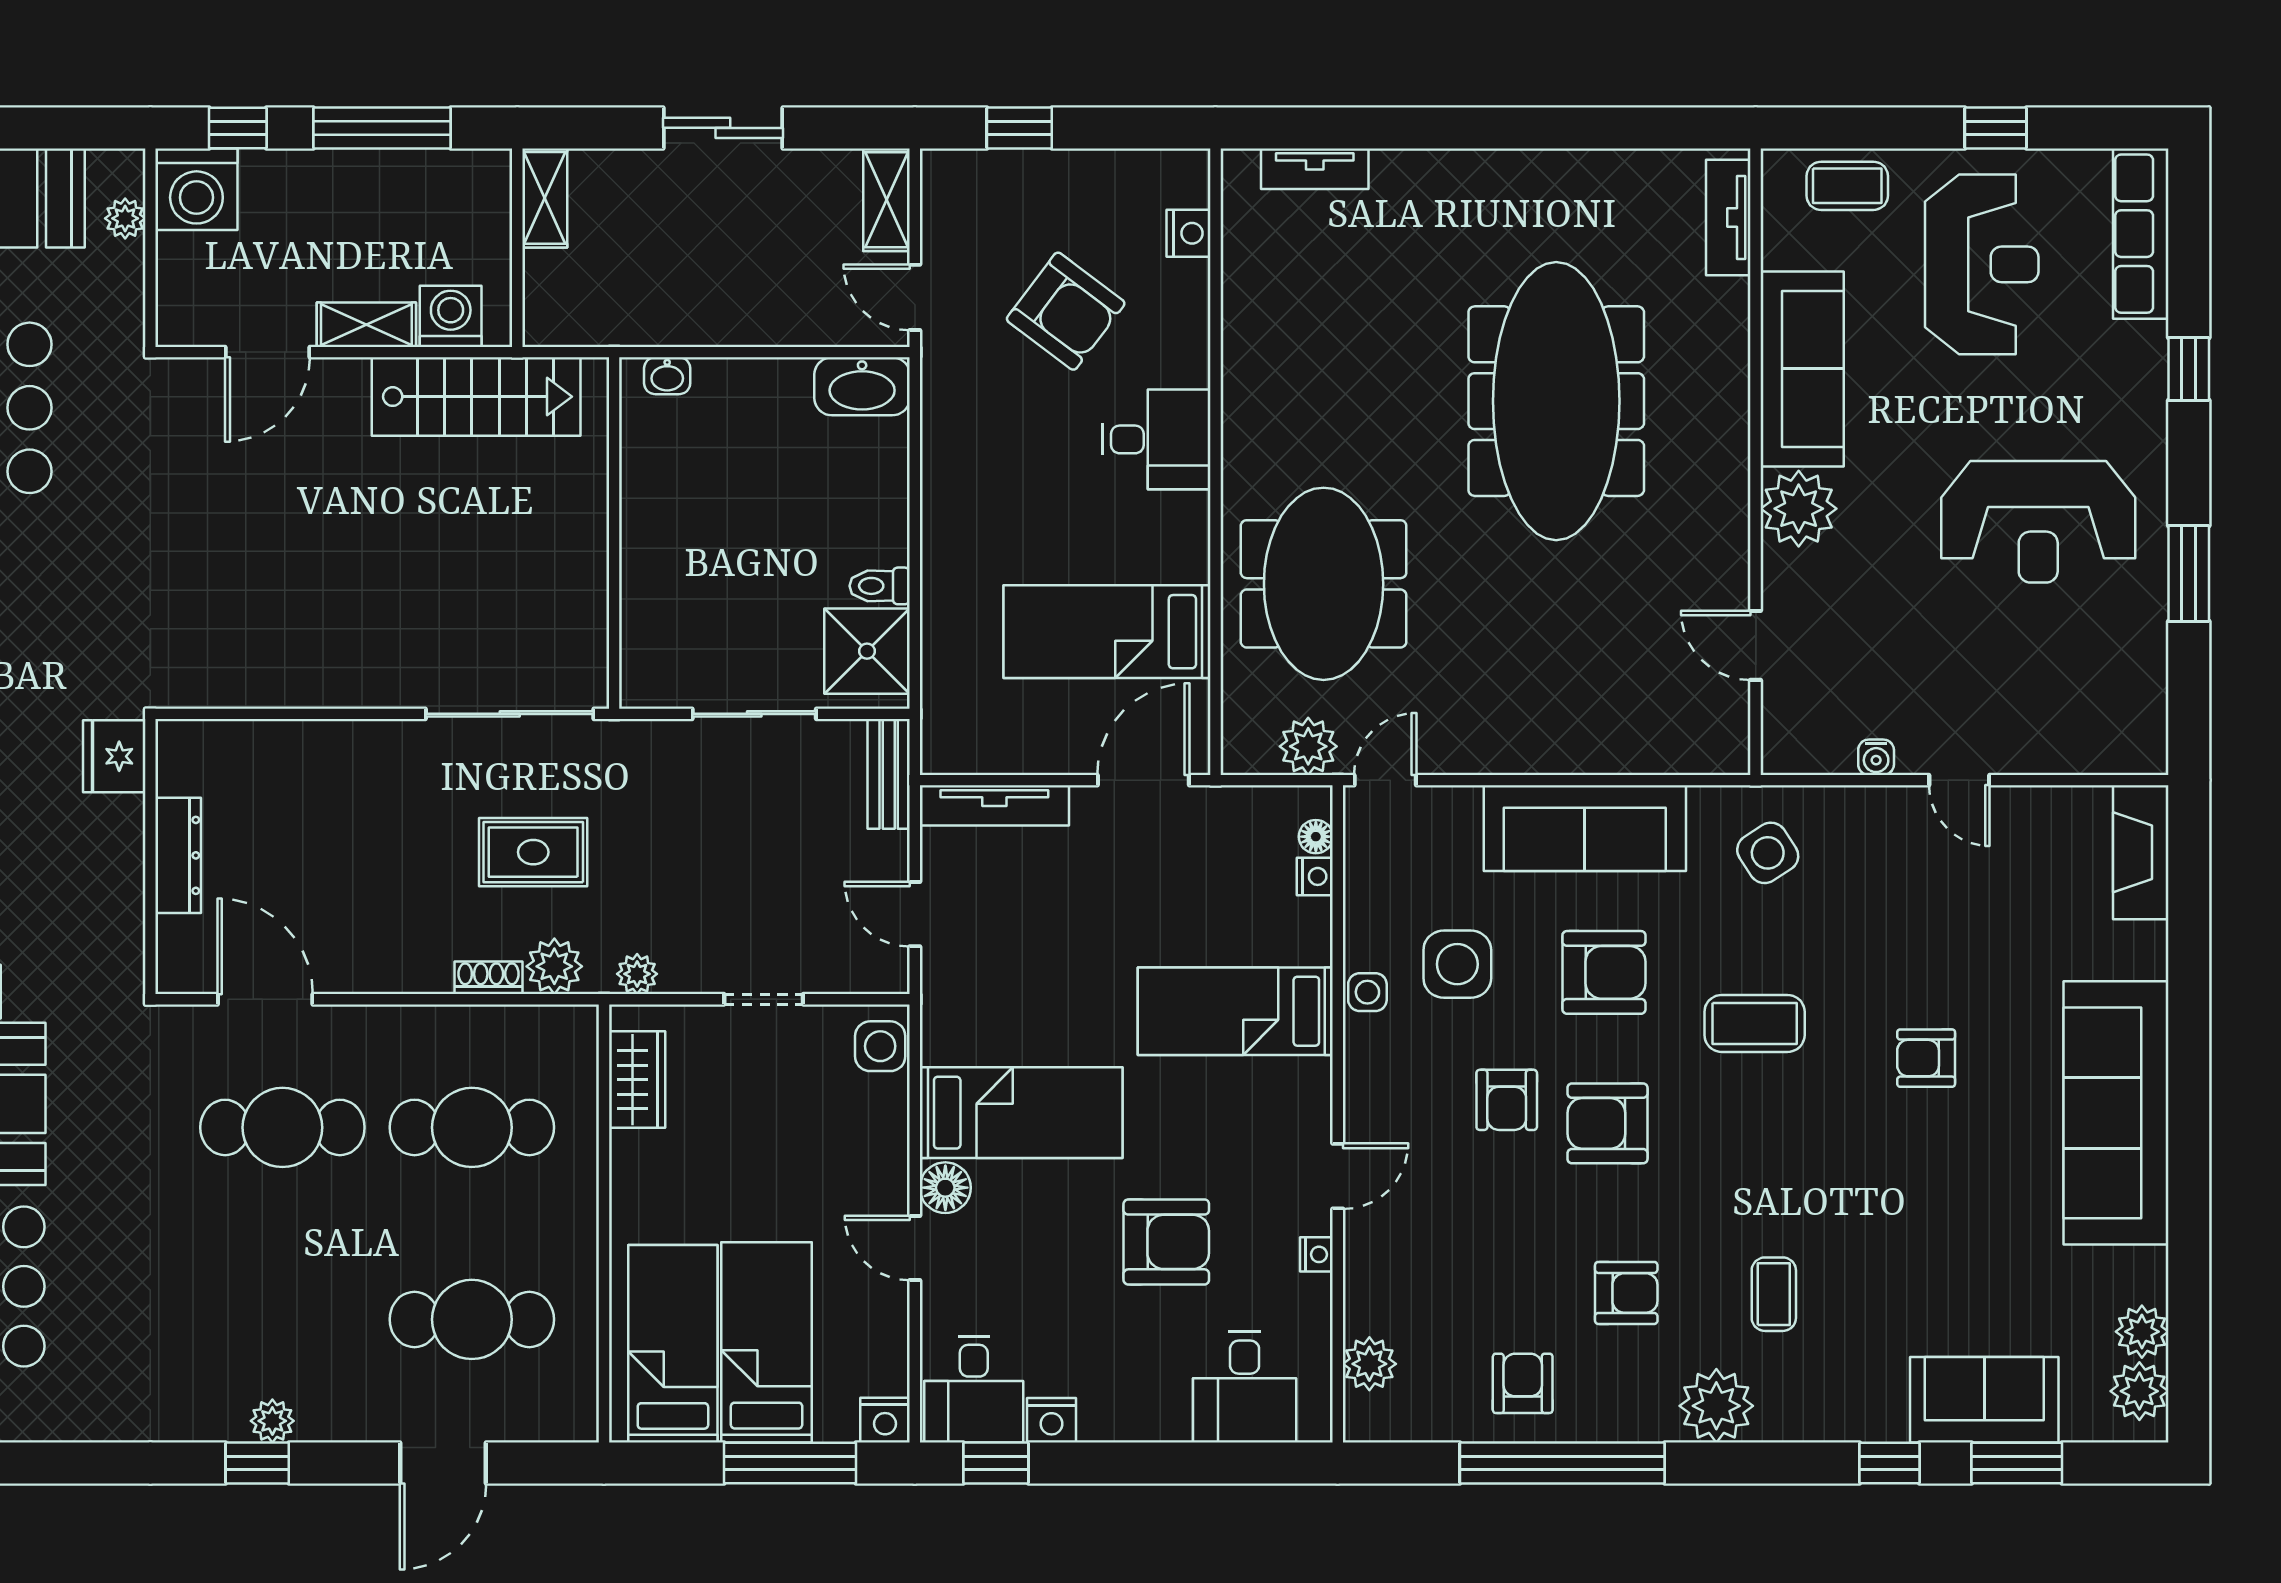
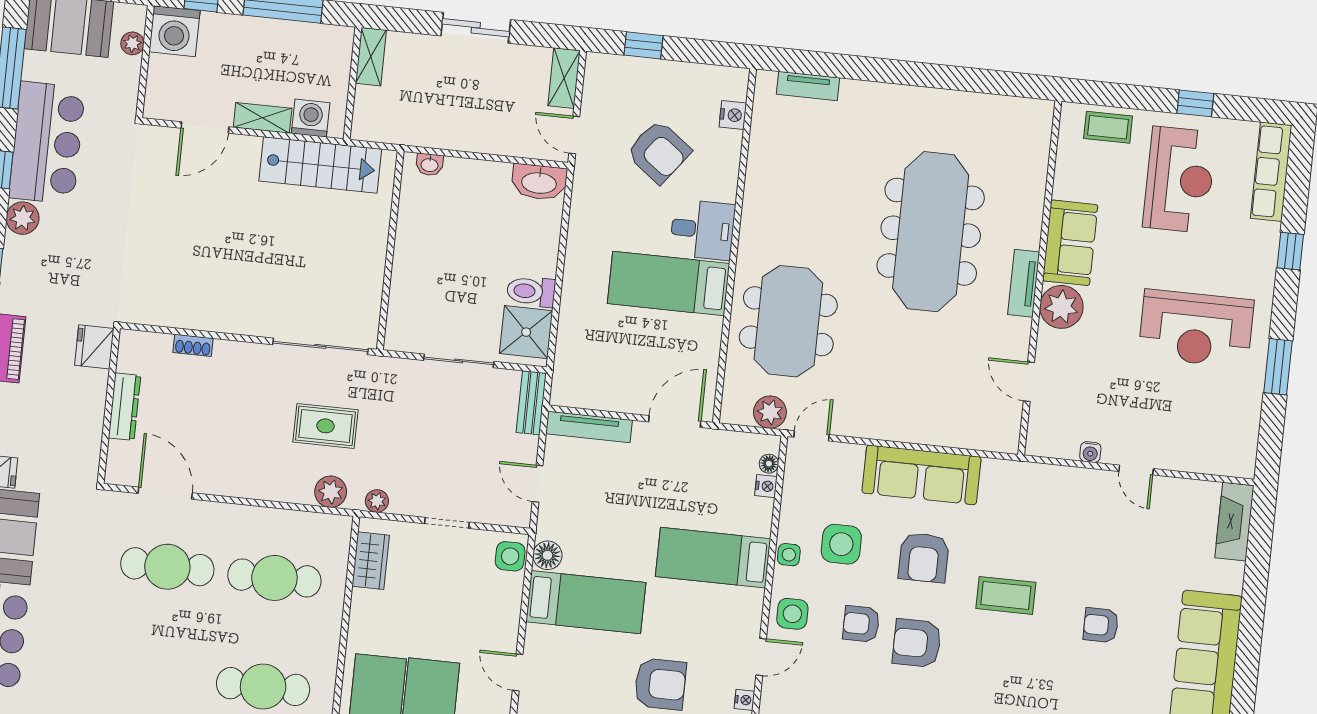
tv unit: (1728, 217) -> (1024, 283), moved
sofa: (1802, 369) -> (1070, 243), width x0.73
toilet: (880, 586) -> (531, 291), width x1.37, depth x1.39
bed: (1107, 632) -> (668, 284), moved
side table: (1768, 853) -> (792, 614), moved, turned 33
armchair: (1604, 972) -> (924, 558), turned 90
shoe rack: (489, 978) -> (193, 345), moved, turned 180
armchair: (1507, 1100) -> (861, 624), turned 90
floor lamp: (945, 1188) -> (547, 555), moved

